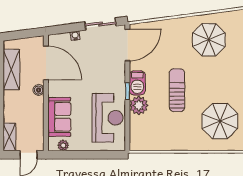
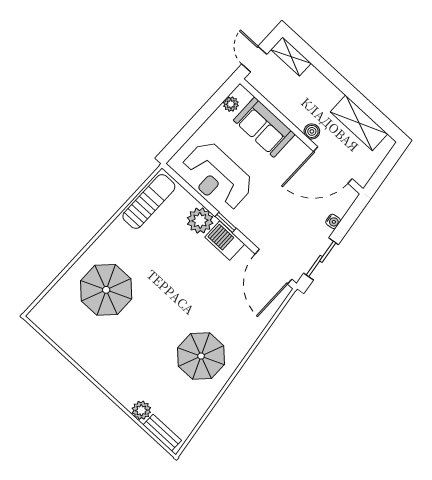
sun lounger: (177, 90) -> (149, 201), moved, turned -90

